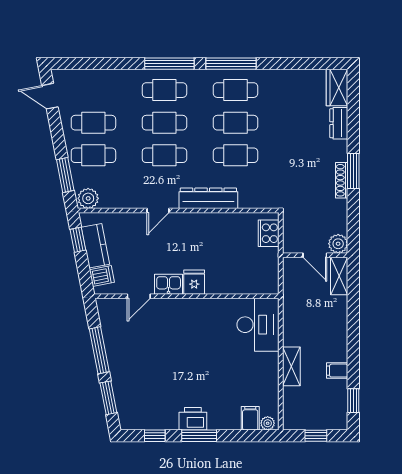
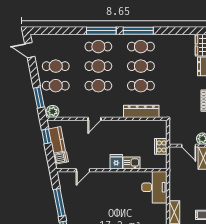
dresser: (208, 198) -> (141, 111), moved
cooker: (269, 233) -> (161, 146), moved
kitchen sink: (169, 284) -> (132, 163), moved

